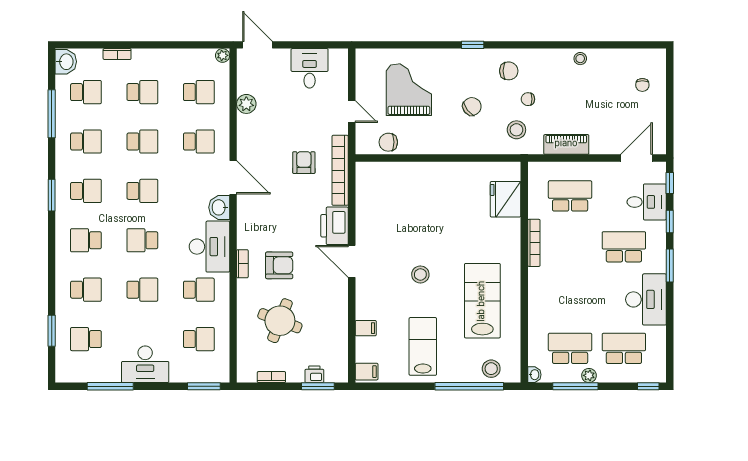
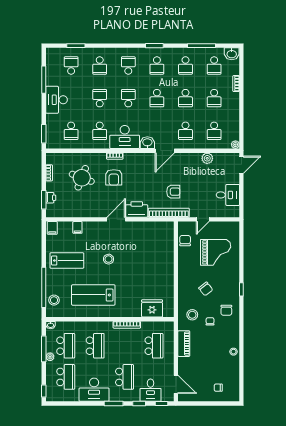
school desk: (142, 290) -> (100, 98), turned 180
school desk: (570, 298) -> (95, 346), added
lab bench: (482, 301) -> (93, 295), turned 180

